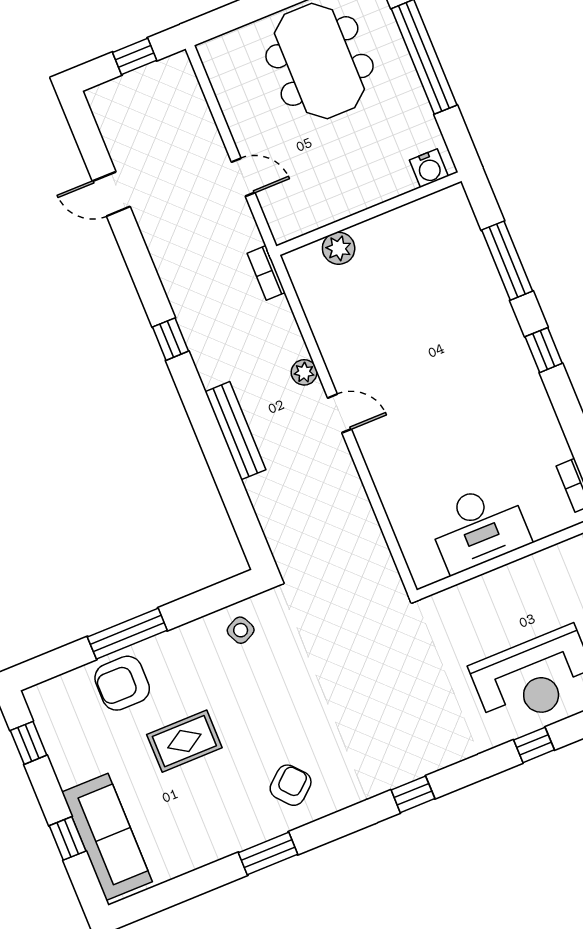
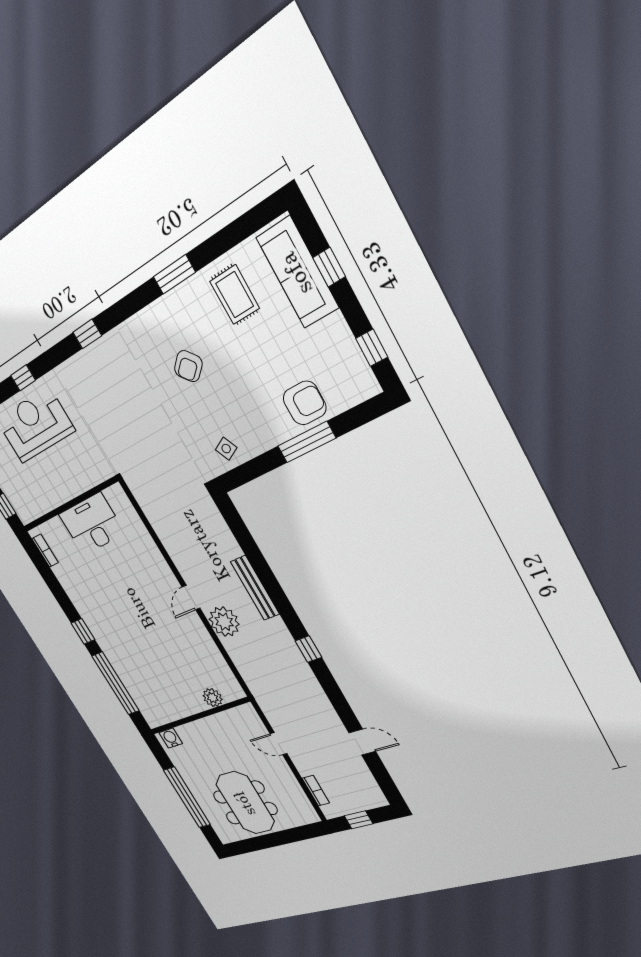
window: (507, 261) -> (116, 683), width x1.46
bookcase: (266, 273) -> (316, 791), moved
plant: (304, 372) -> (224, 622), width x1.88, depth x1.88
door: (340, 413) -> (191, 597), hinge flipped
rug: (184, 741) -> (235, 295), moved, turned 90
armchair: (291, 785) -> (188, 366), moved

